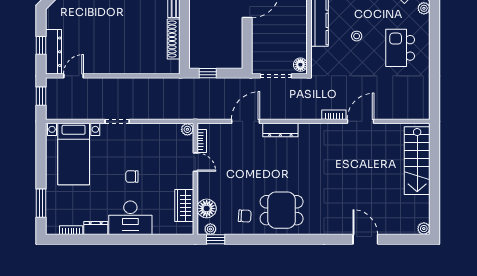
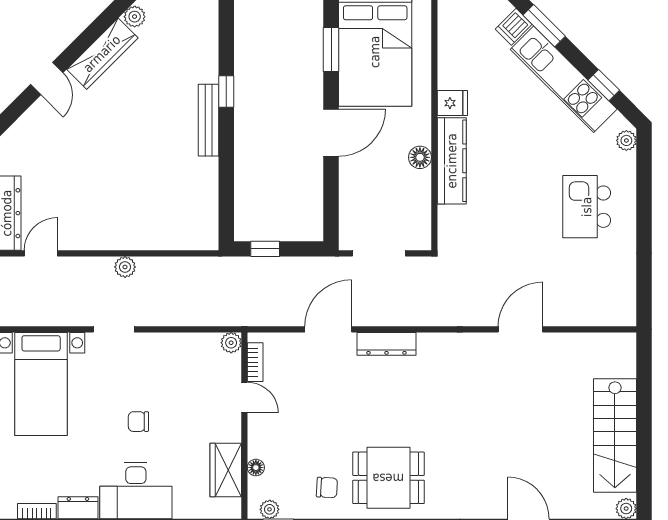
stool: (357, 36) -> (514, 187), removed
shoe rack: (174, 39) -> (208, 192), removed
floor lamp: (300, 65) -> (420, 157), moved
plant: (124, 84) -> (125, 267), added
bookcase: (334, 115) -> (476, 318), removed
stairs: (417, 161) -> (615, 436), moved
floor lamp: (207, 208) -> (256, 468), width x0.53, depth x0.53

